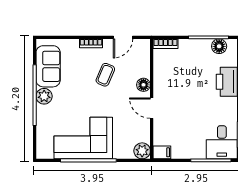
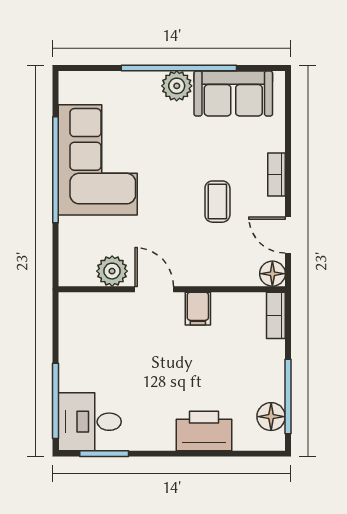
coffee table: (105, 75) -> (217, 202), turned 67
floor lamp: (143, 85) -> (272, 274), moved
door: (152, 108) -> (154, 289), hinge flipped
plant: (142, 151) -> (112, 271), moved
filing cabinet: (162, 152) -> (198, 309), moved

